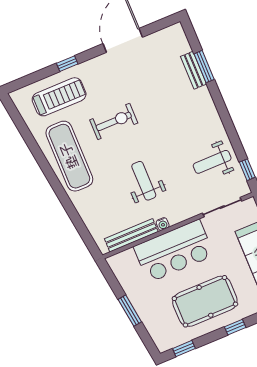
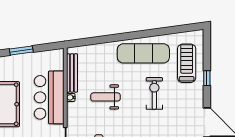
treadmill: (59, 97) -> (187, 63), turned 180
exercise bike: (114, 121) -> (154, 93), turned 180
weight bench: (144, 181) -> (105, 97), turned 180

